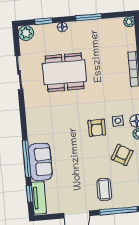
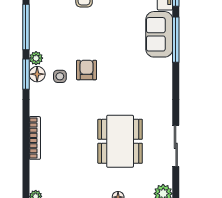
dining table: (65, 72) -> (120, 141), turned 90
armchair: (122, 155) -> (58, 34), removed

